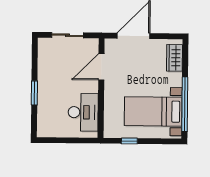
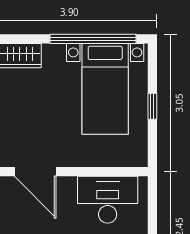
window: (129, 141) -> (152, 106), moved

